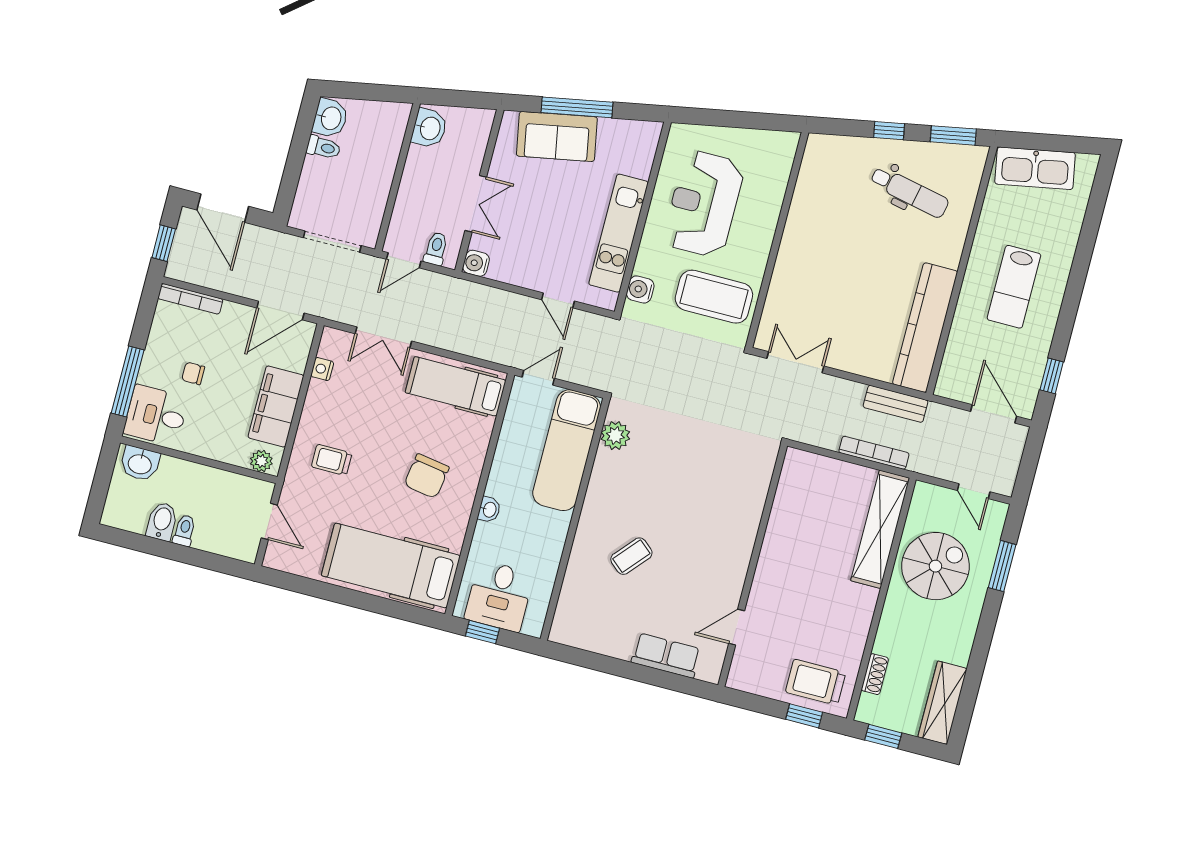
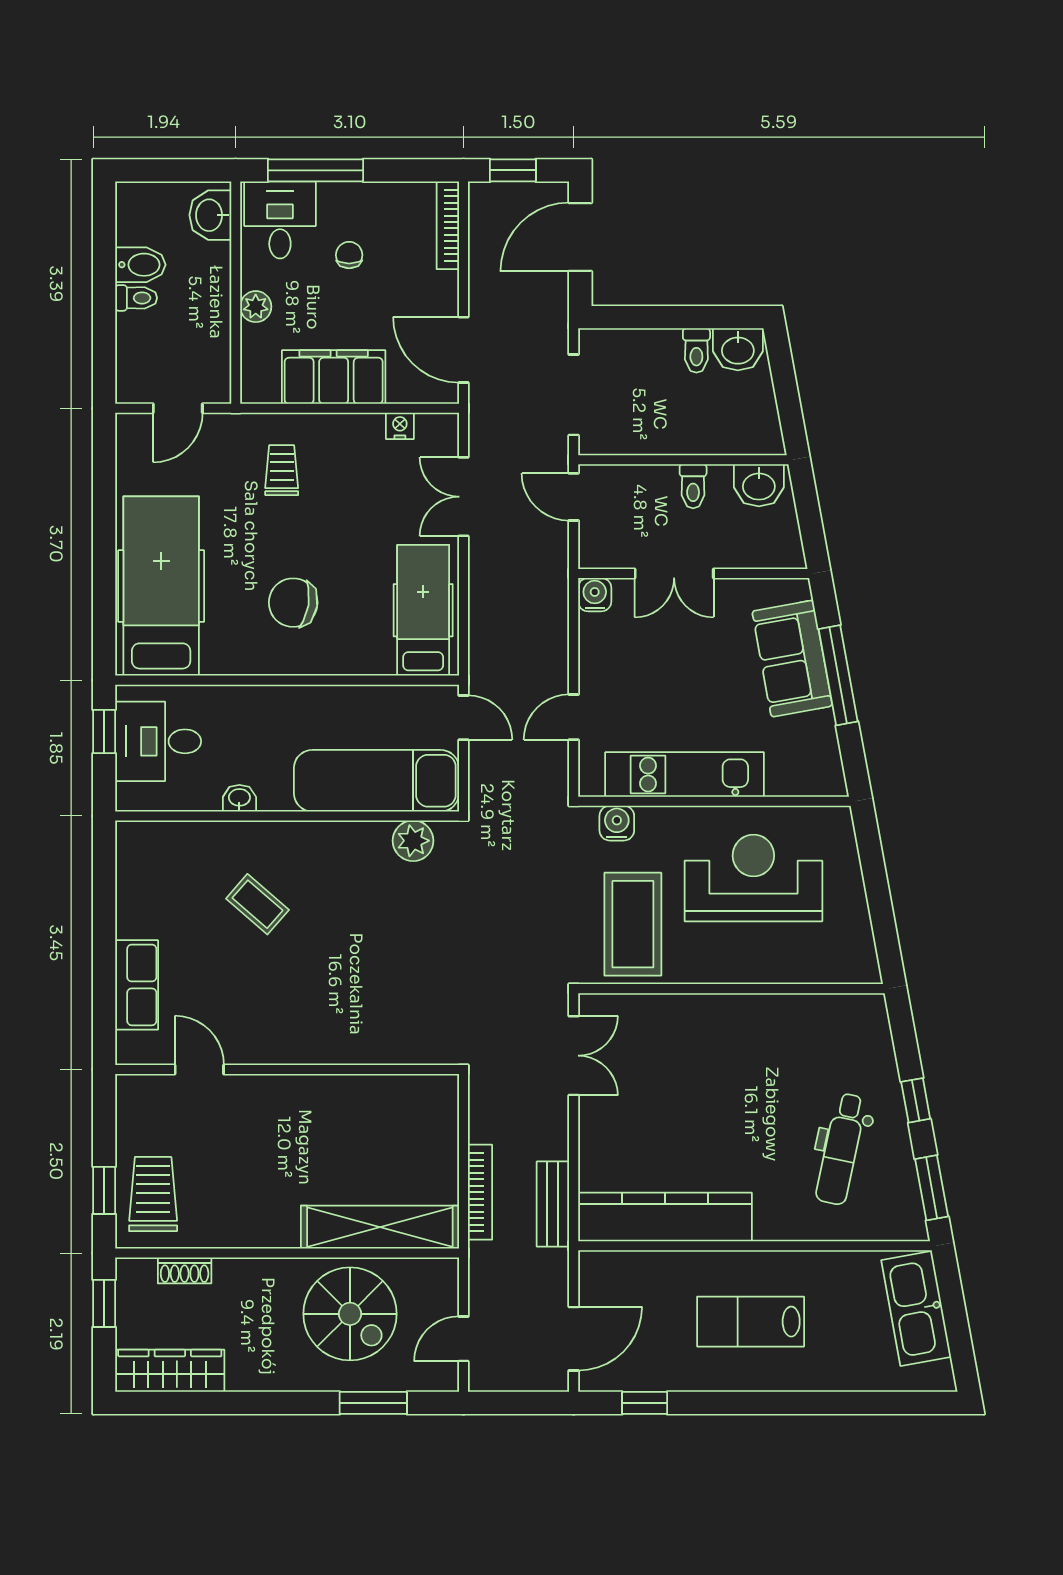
toilet: (436, 249) -> (693, 486), moved, turned 90
plant: (261, 461) -> (256, 307), moved
washbasin: (489, 510) -> (239, 798), moved, turned 180

